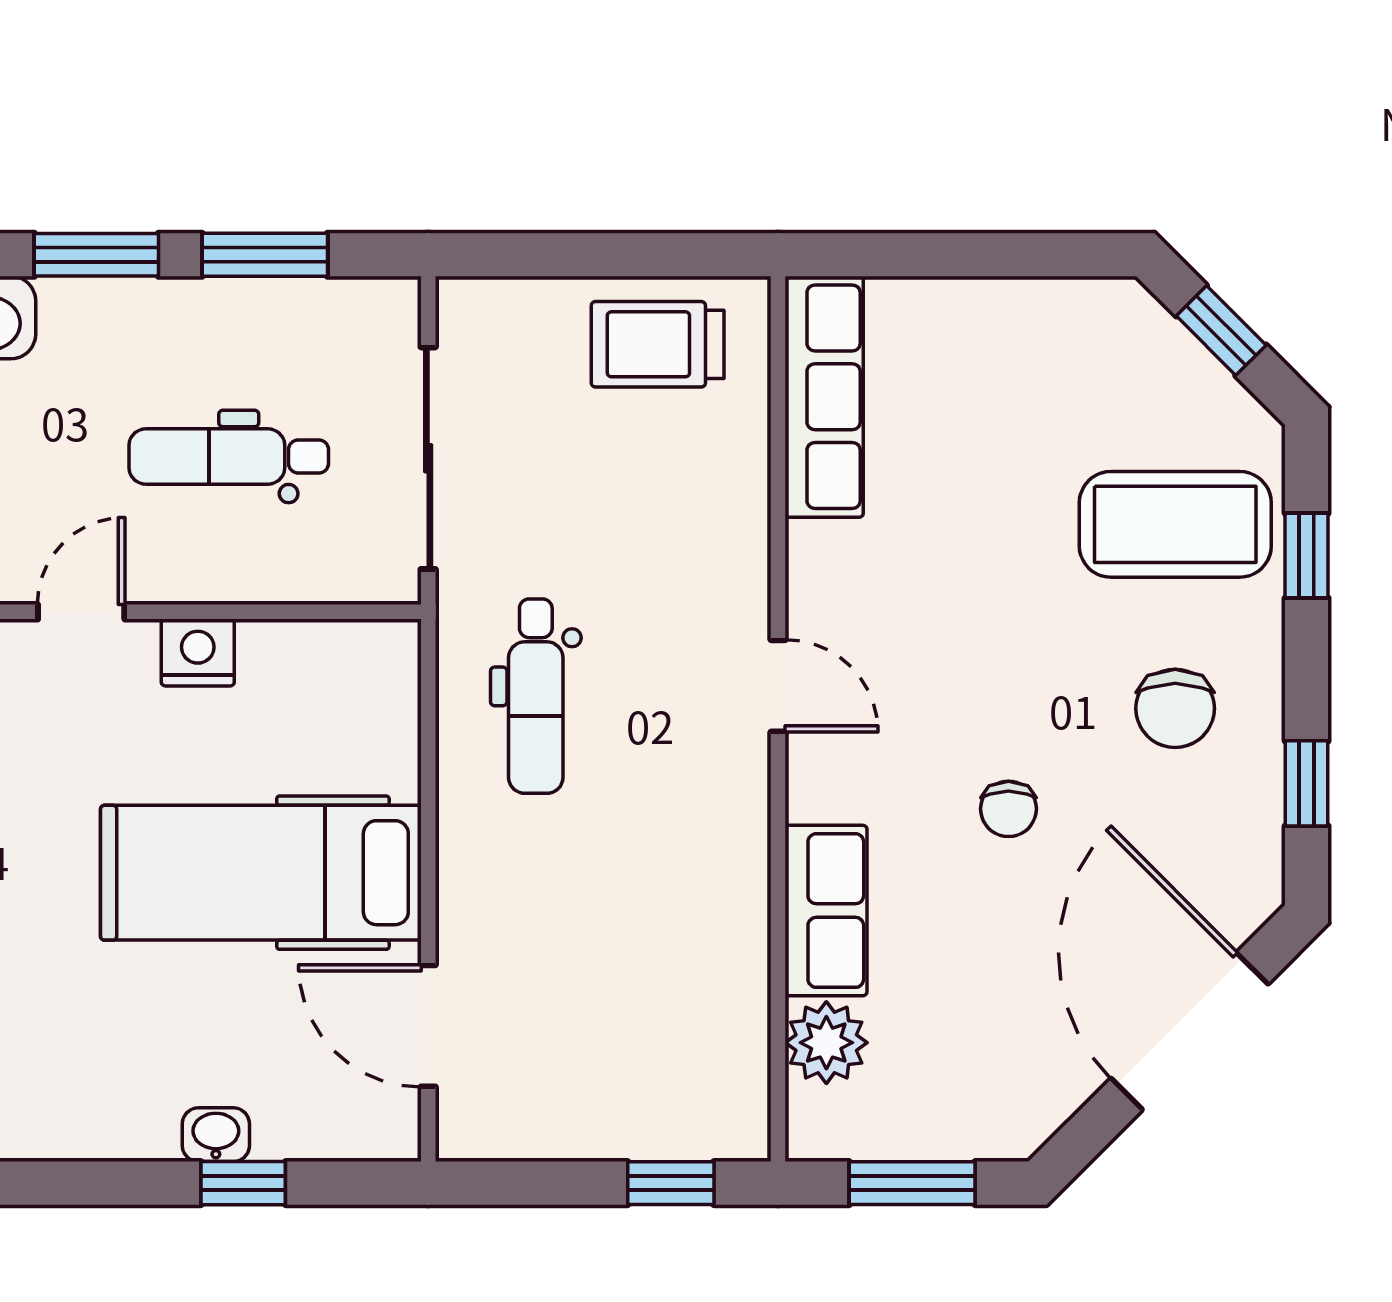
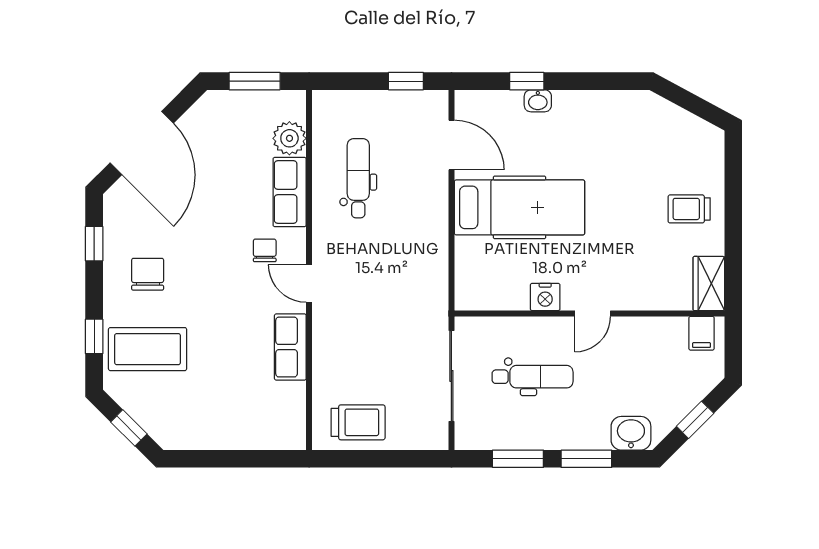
row of seats: (824, 397) -> (290, 347), moved, width x0.68
dental chair: (536, 696) -> (358, 178), moved
chair: (1008, 809) -> (265, 250), moved
window: (671, 1183) -> (406, 81), moved

